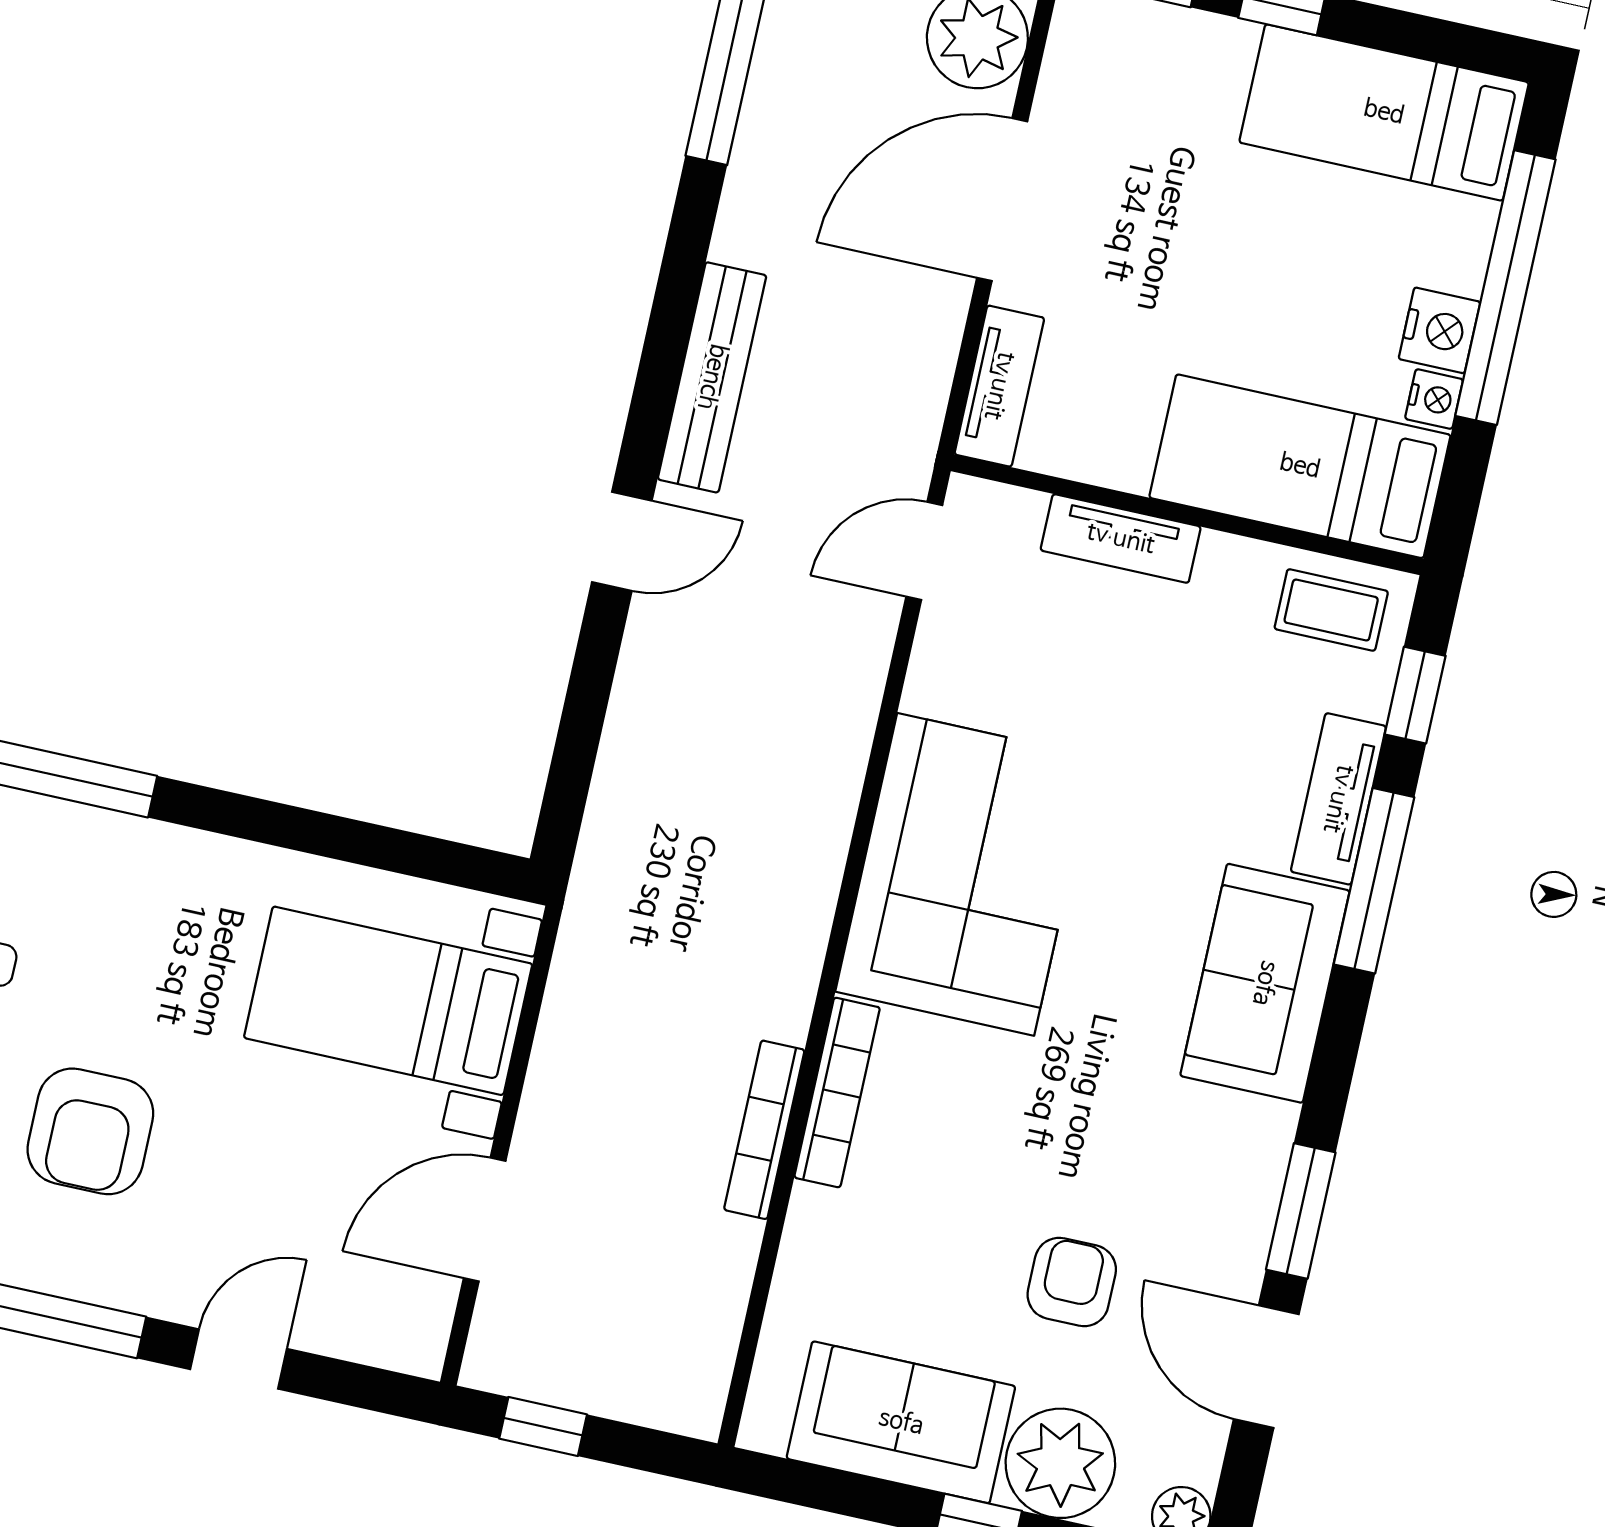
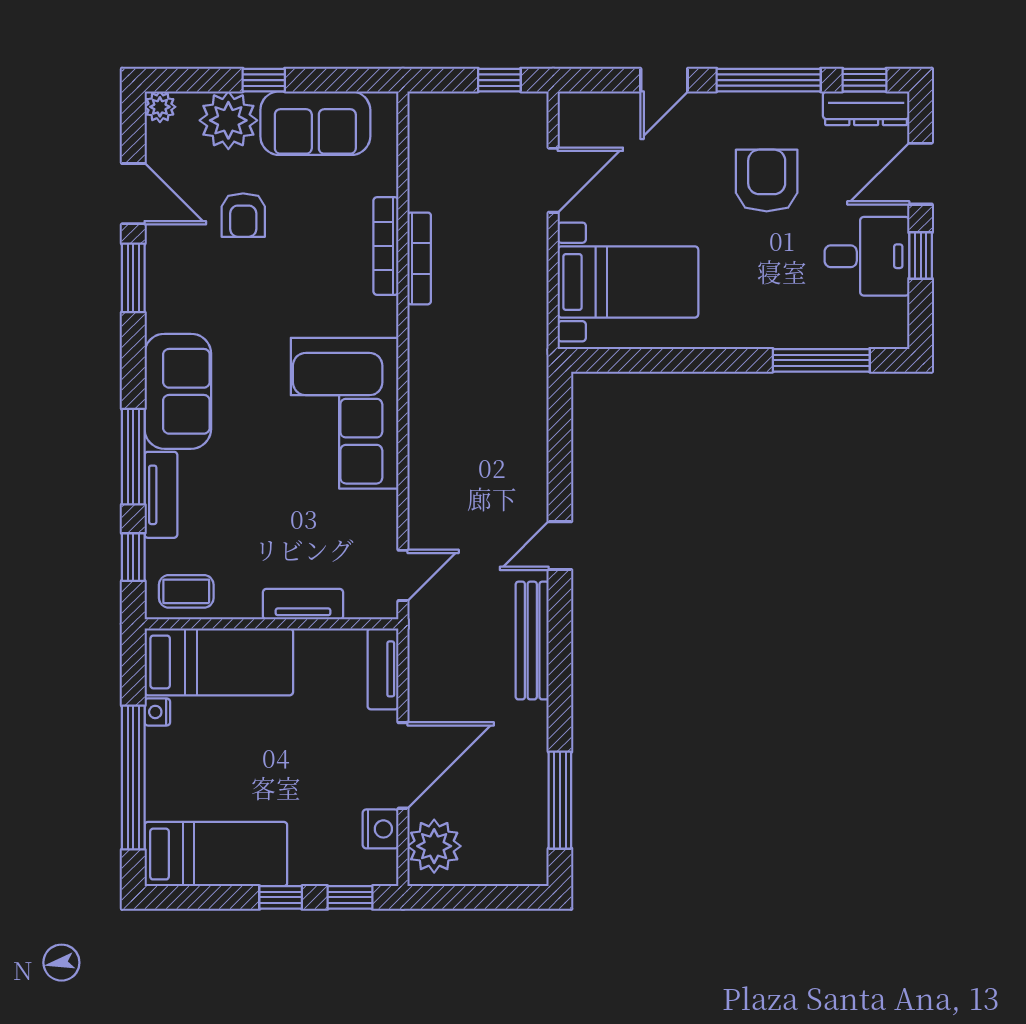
nightstand: (1439, 330) -> (381, 829), moved, turned 180
bookcase: (837, 1093) -> (386, 246), moved

